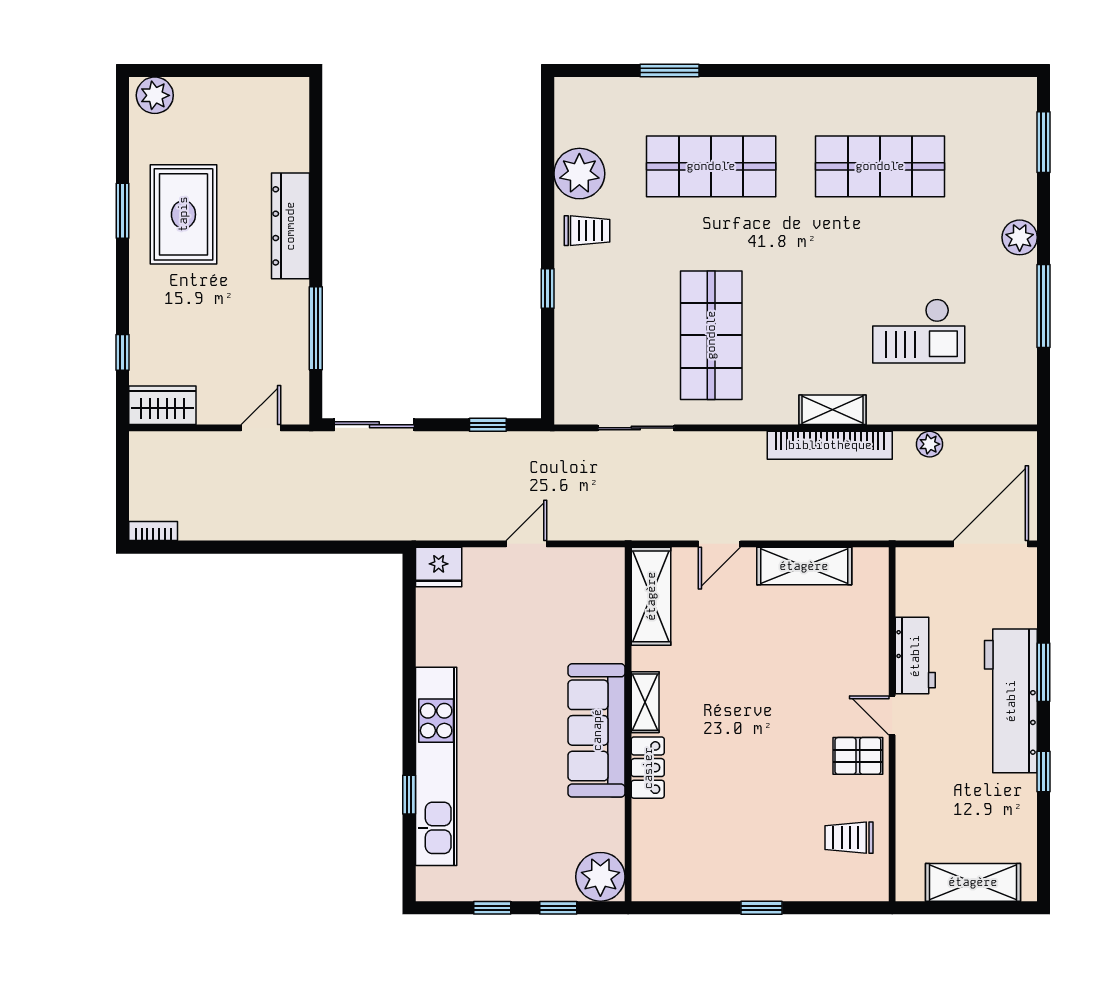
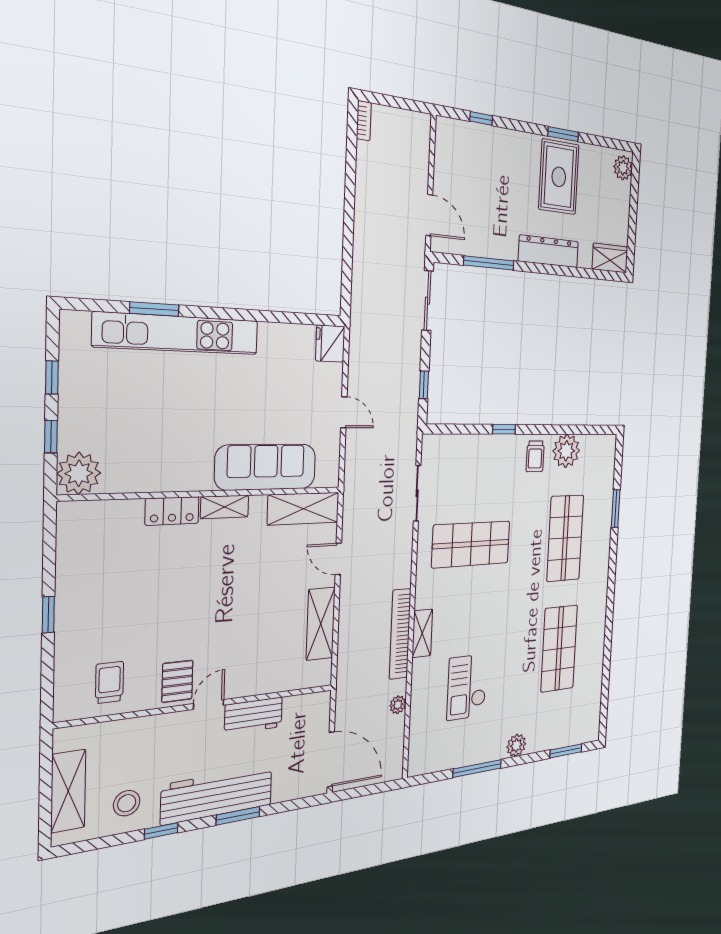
rug: (183, 214) -> (559, 177), turned 90
wardrobe: (162, 405) -> (610, 258), moved, turned -90
door: (261, 428) -> (429, 215), width x1.38
sofa: (597, 730) -> (266, 467), moved
window: (409, 795) -> (154, 309), width x1.50
stool: (1000, 814) -> (127, 803), added

